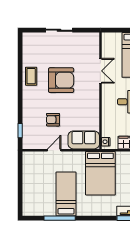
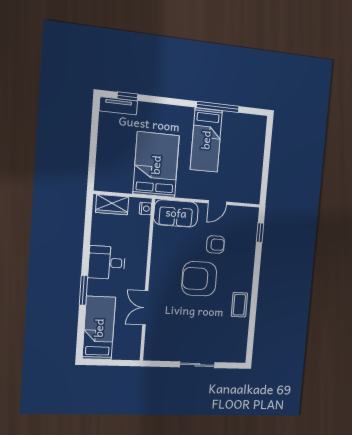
armchair: (61, 80) -> (199, 279), moved

